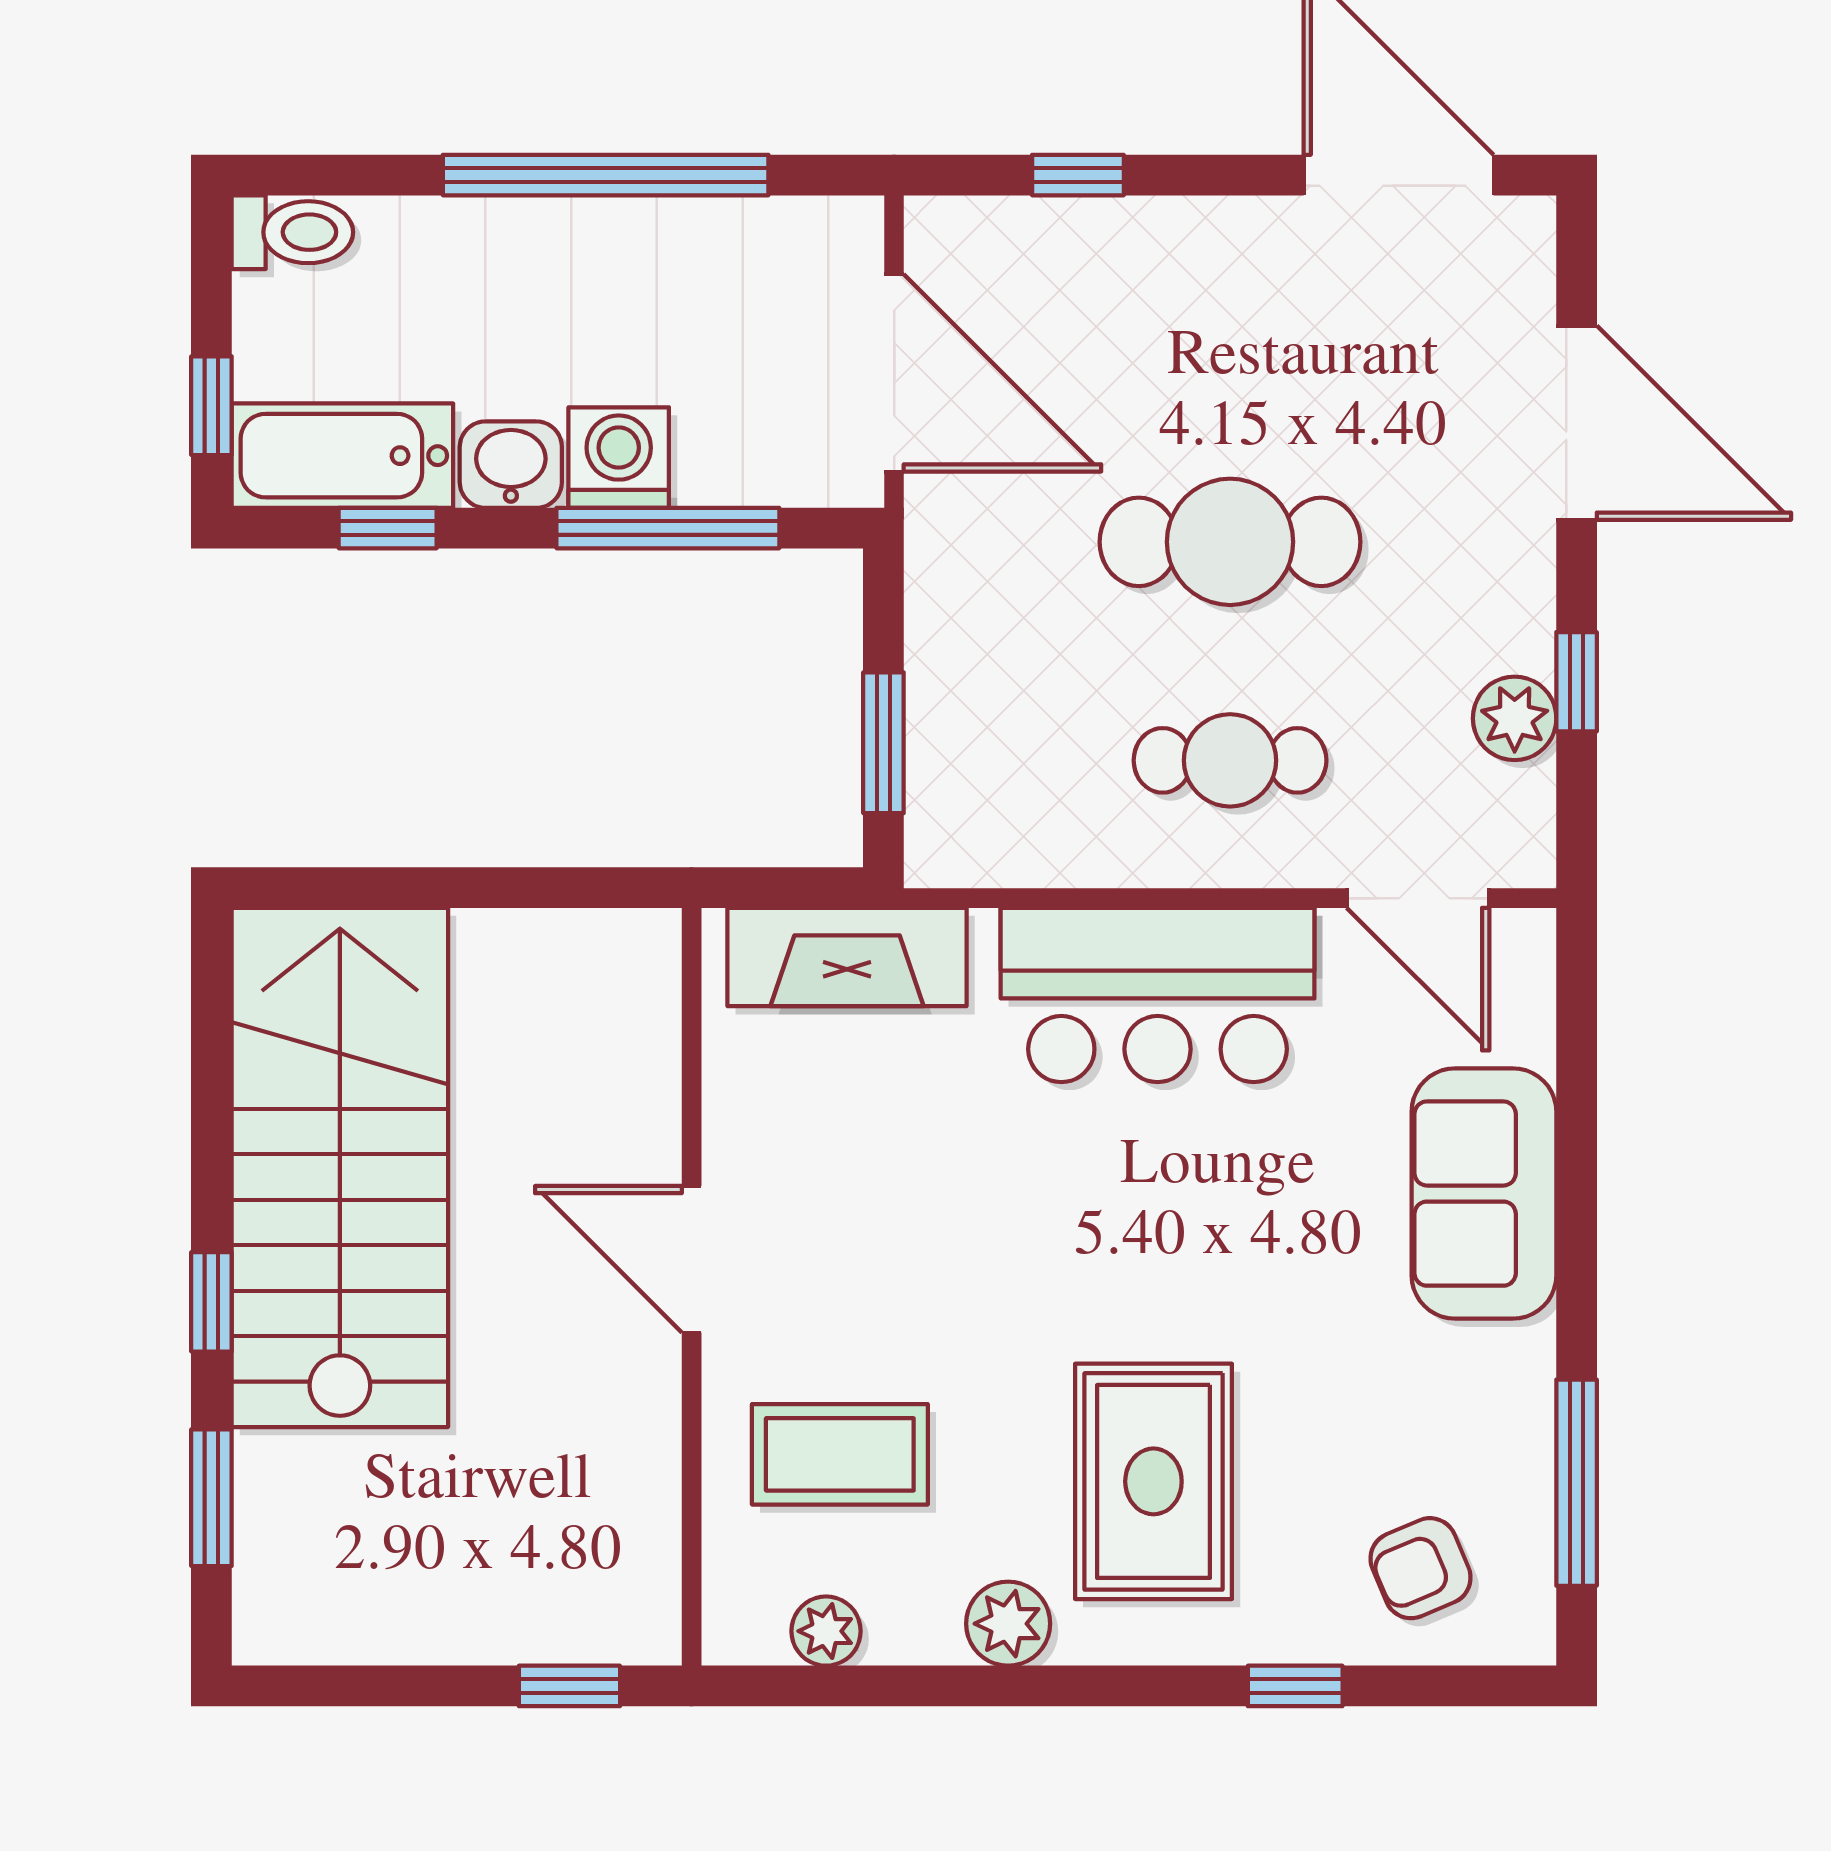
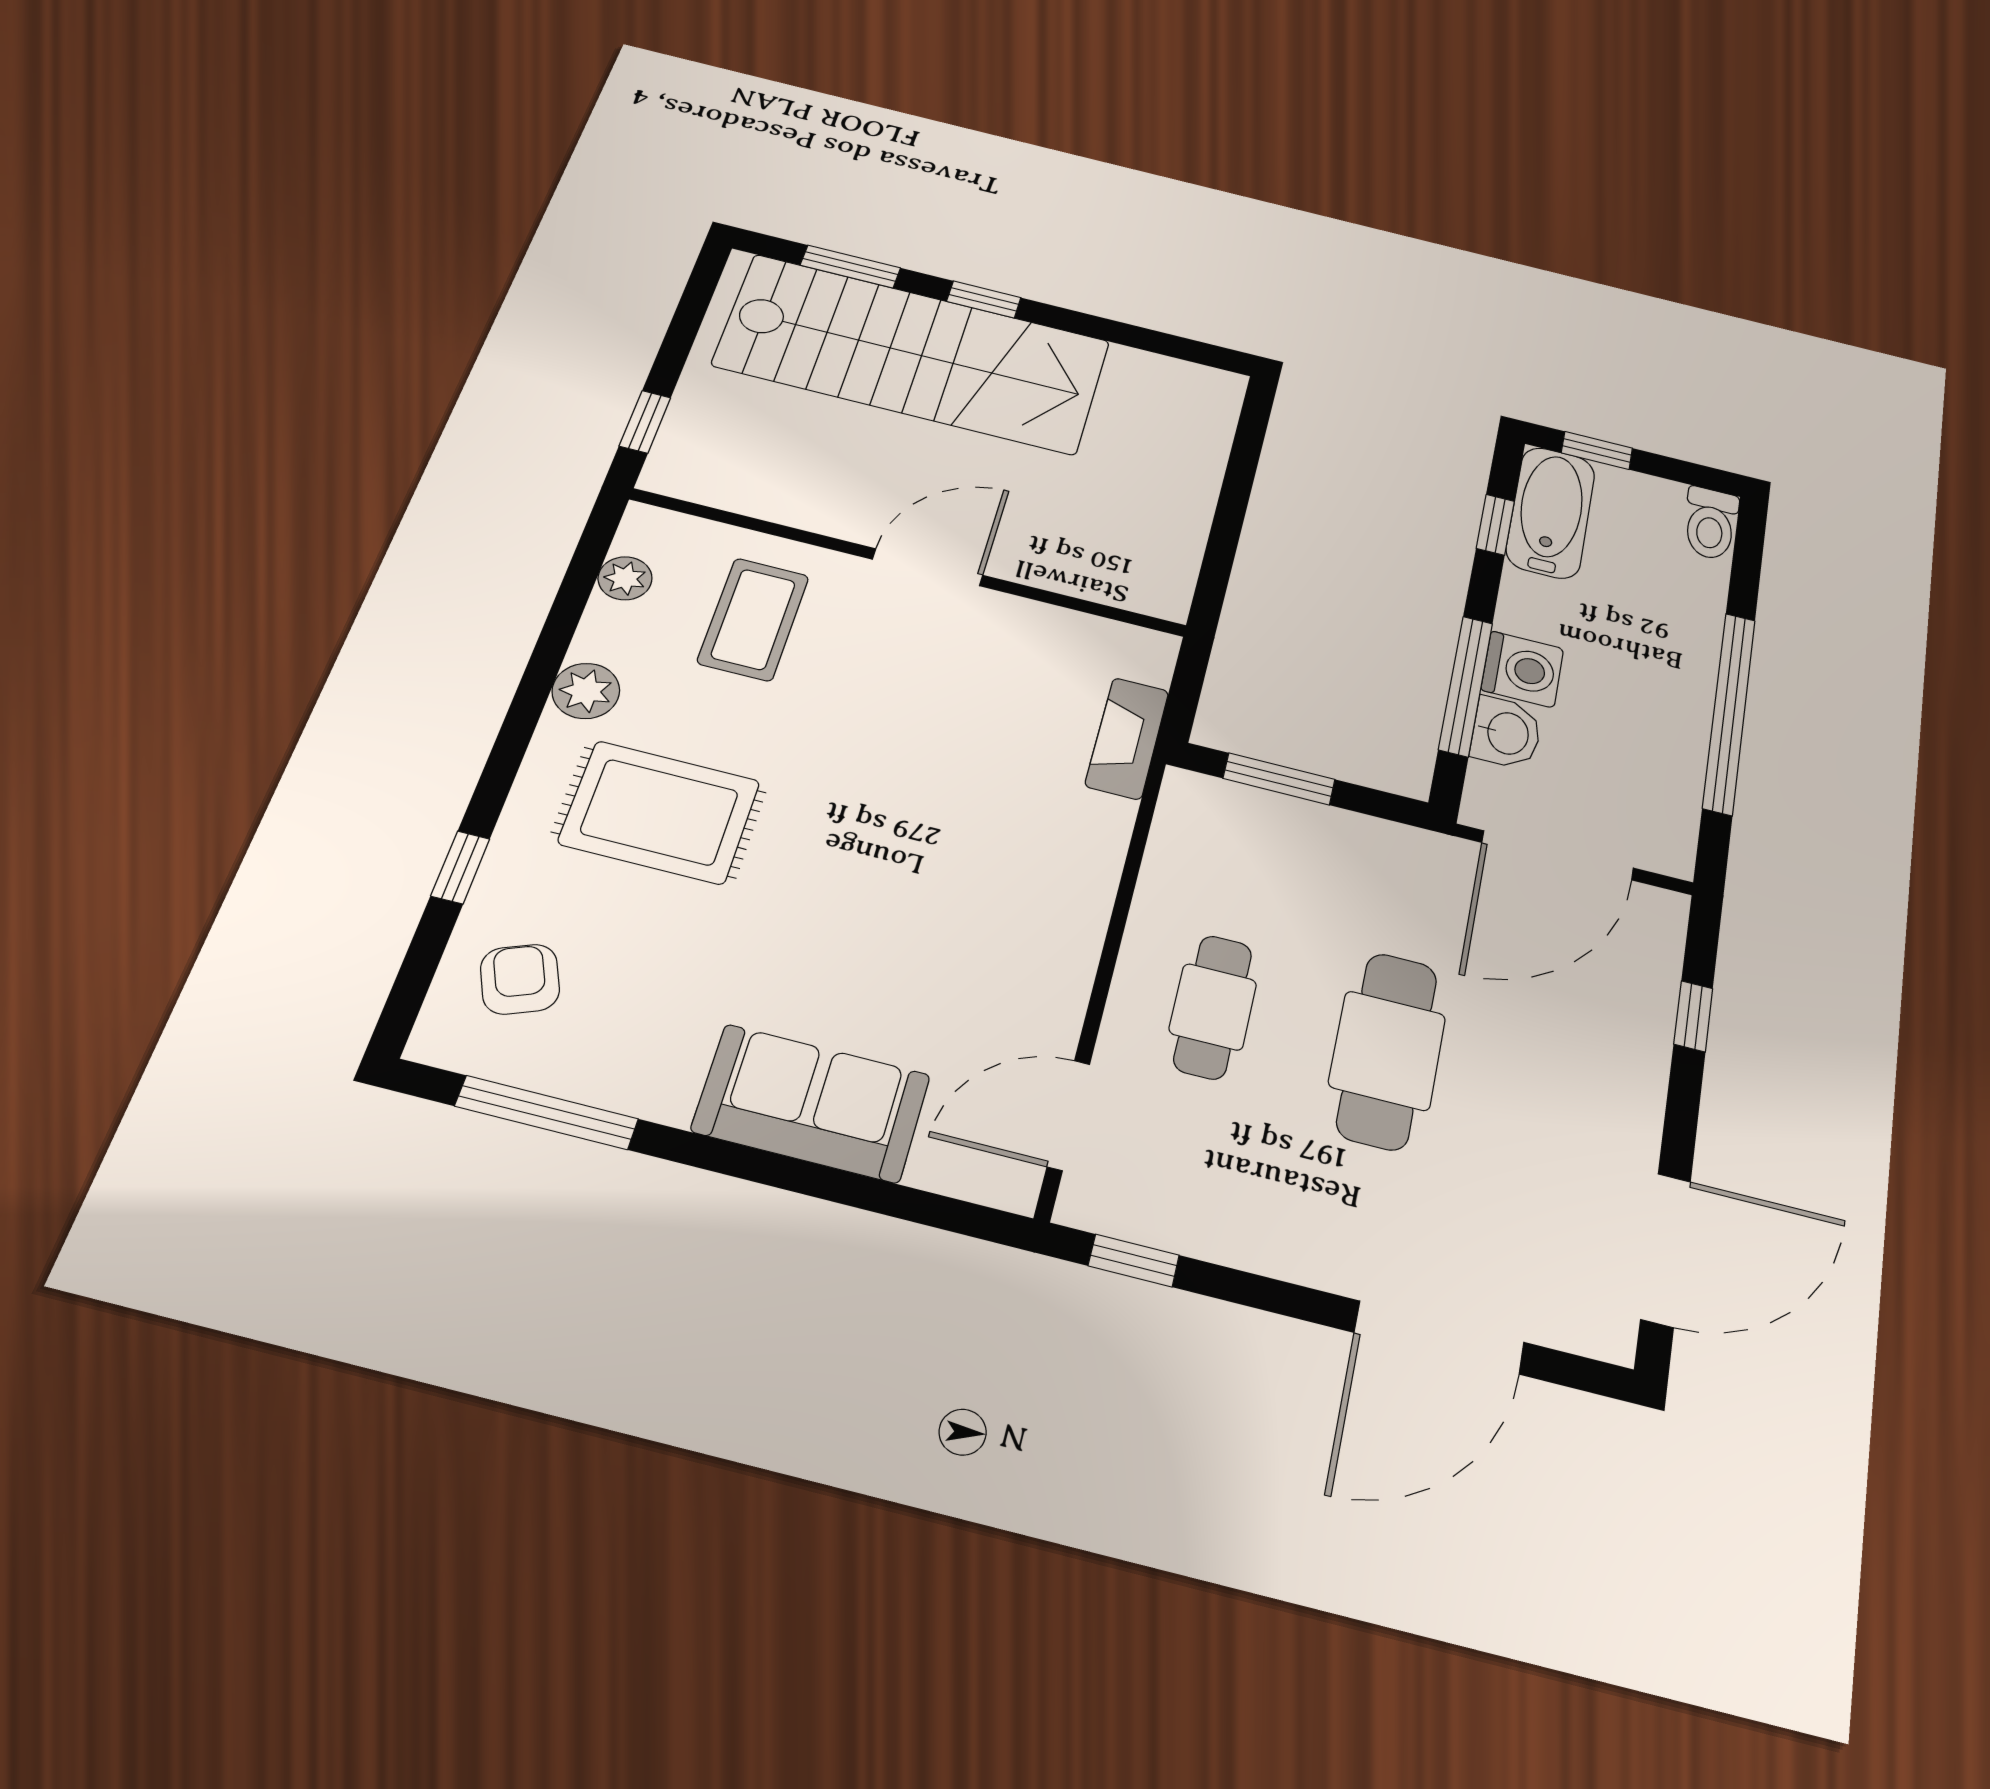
washbasin: (511, 465) -> (1506, 733), moved
window: (1577, 682) -> (1134, 1260), moved
plant: (1515, 718) -> (1200, 1226), removed
fireplace: (847, 957) -> (1127, 738), width x0.73, depth x0.76
bar counter: (1158, 995) -> (1040, 910), removed
stairs: (340, 1167) -> (913, 353), moved

